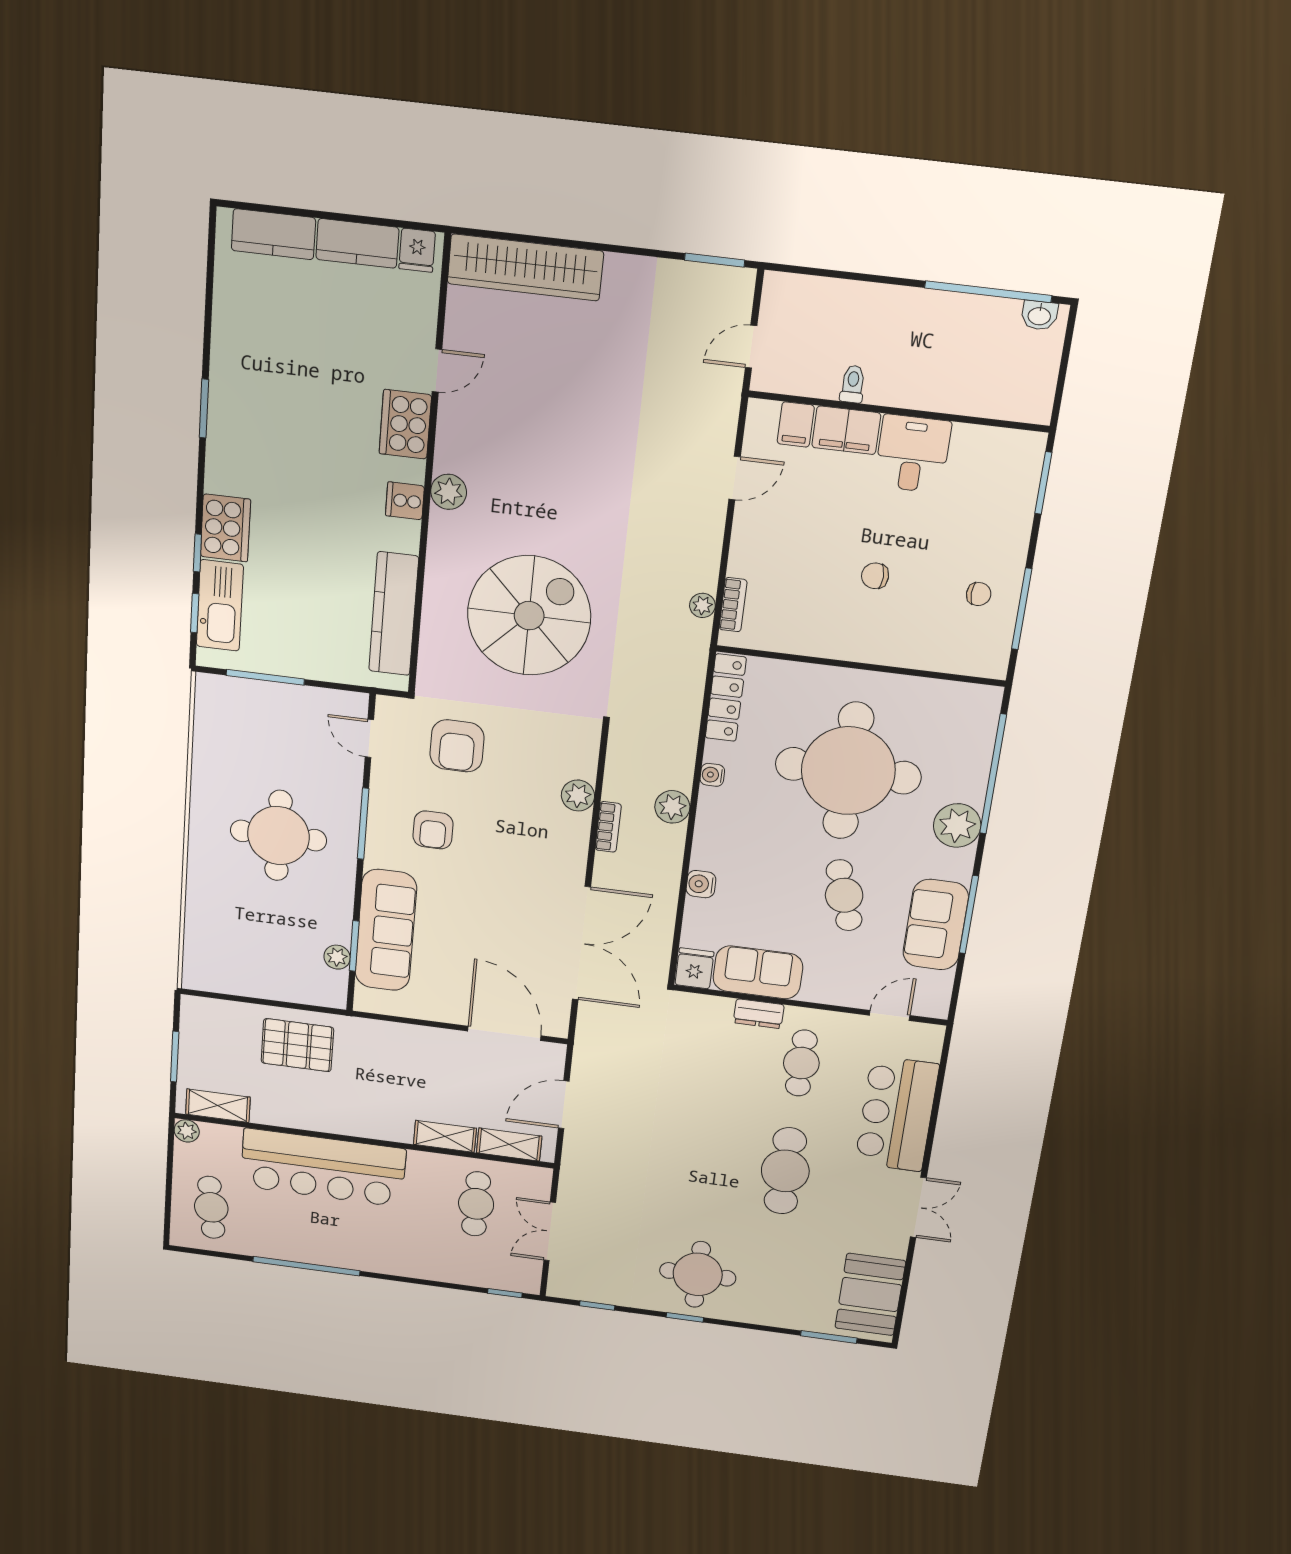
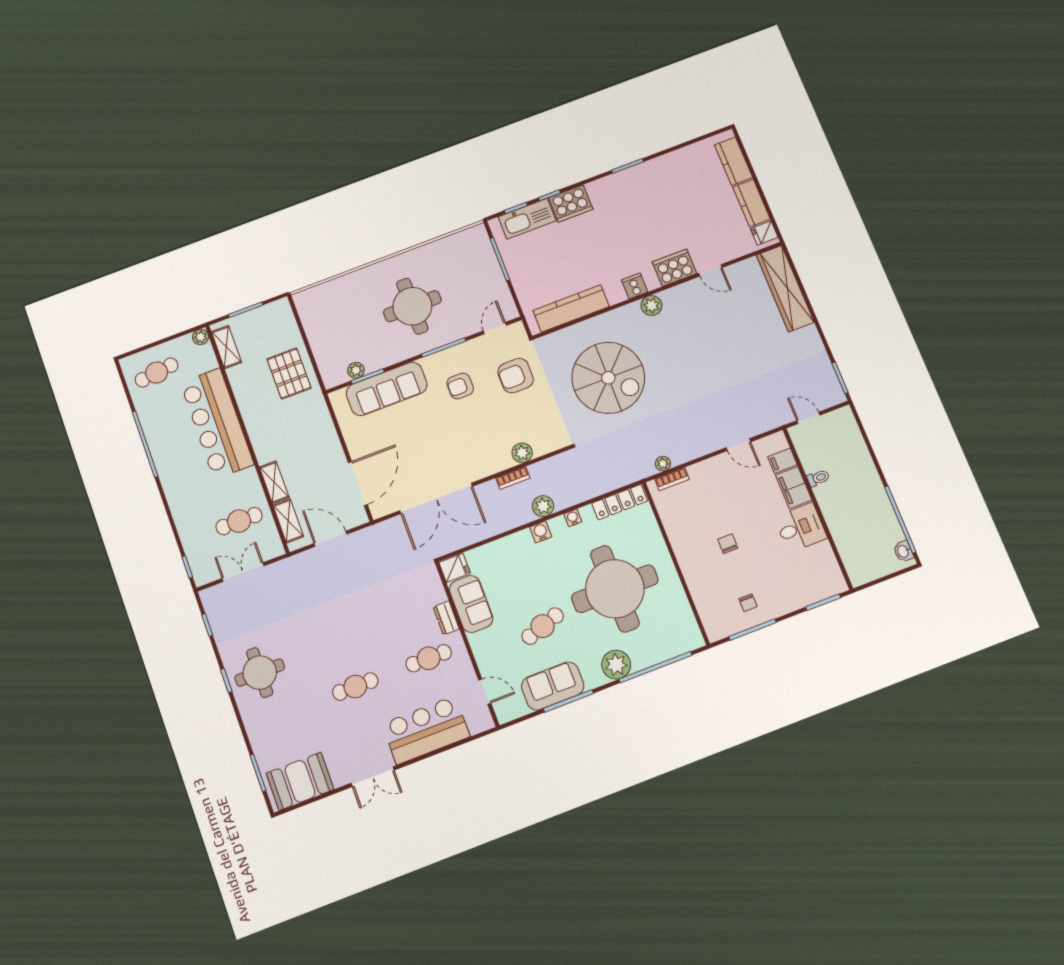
water cooler: (701, 884) -> (541, 532), moved
cafe table: (785, 1171) -> (355, 687), width x0.73, depth x0.74

